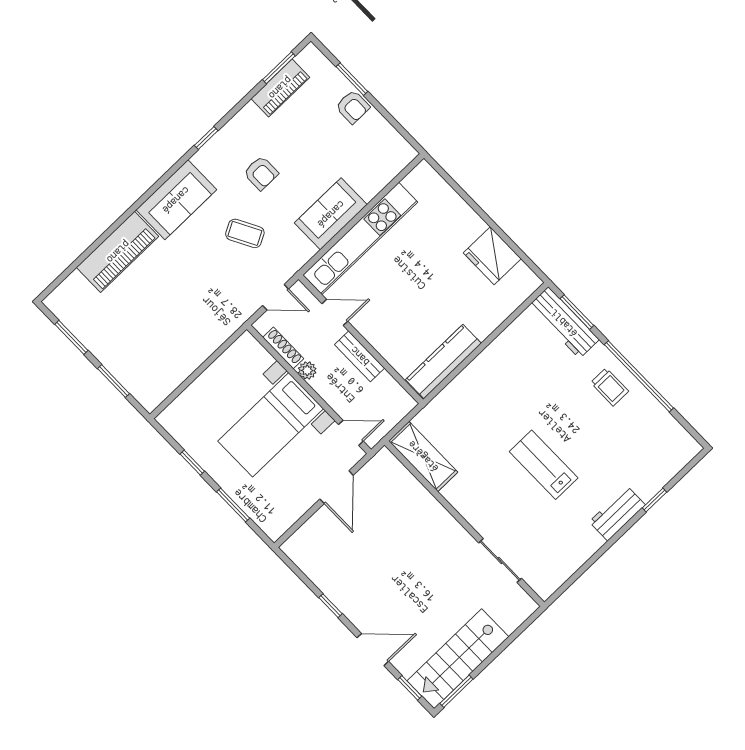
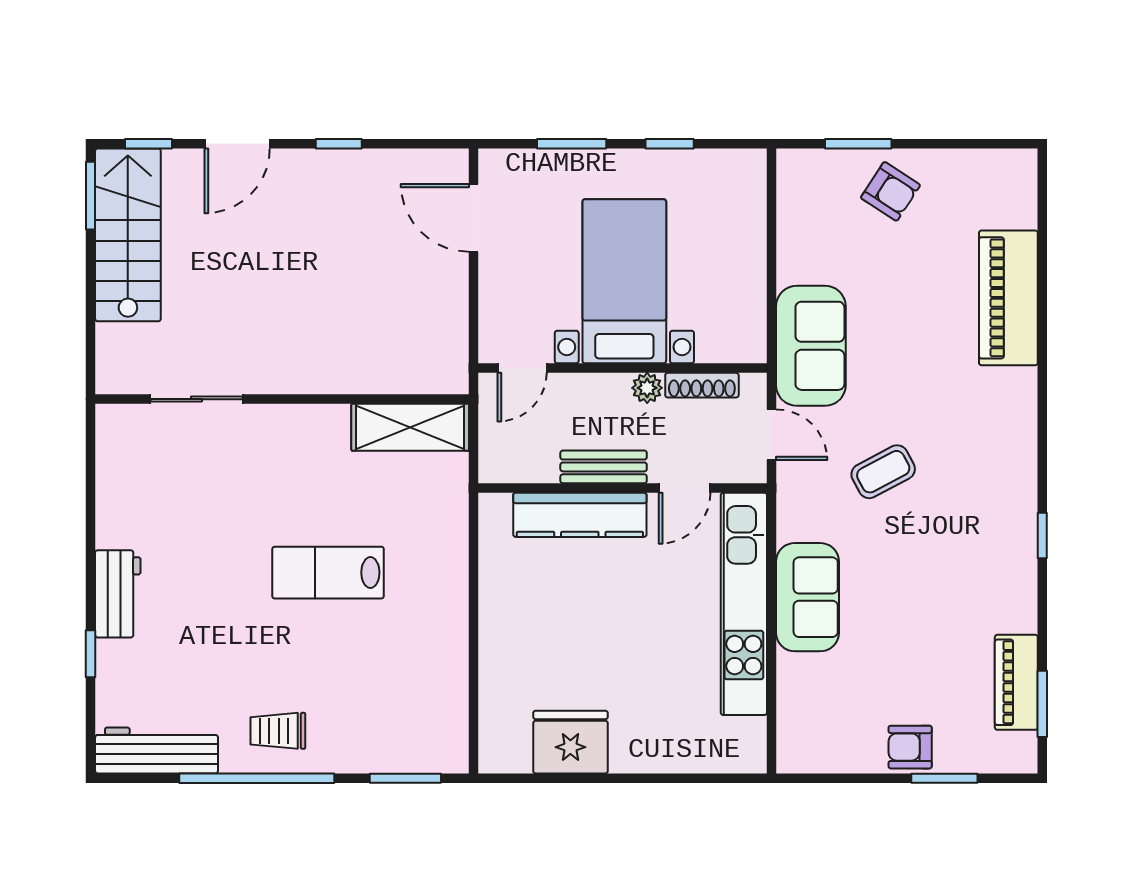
armchair: (261, 173) -> (890, 191), moved, turned -147
sofa: (176, 200) -> (811, 346), moved, turned 180
door: (276, 297) -> (771, 435), swing flipped
workbench: (564, 323) -> (157, 750), moved
window: (71, 337) -> (959, 144), removed
kitchen counter: (443, 361) -> (580, 515), moved, turned 90
lab bench: (544, 465) -> (328, 573), moved, turned 180
door: (337, 487) -> (474, 218), moved

